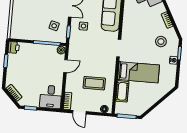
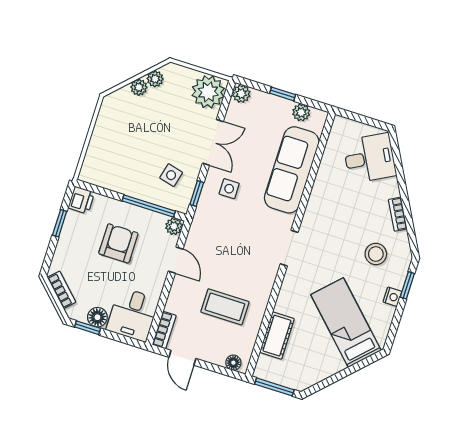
armchair: (36, 64) -> (118, 243), added
door: (65, 66) -> (176, 260), hinge flipped
bed: (138, 72) -> (346, 323), moved, turned -135
floor lamp: (34, 102) -> (97, 317), added

